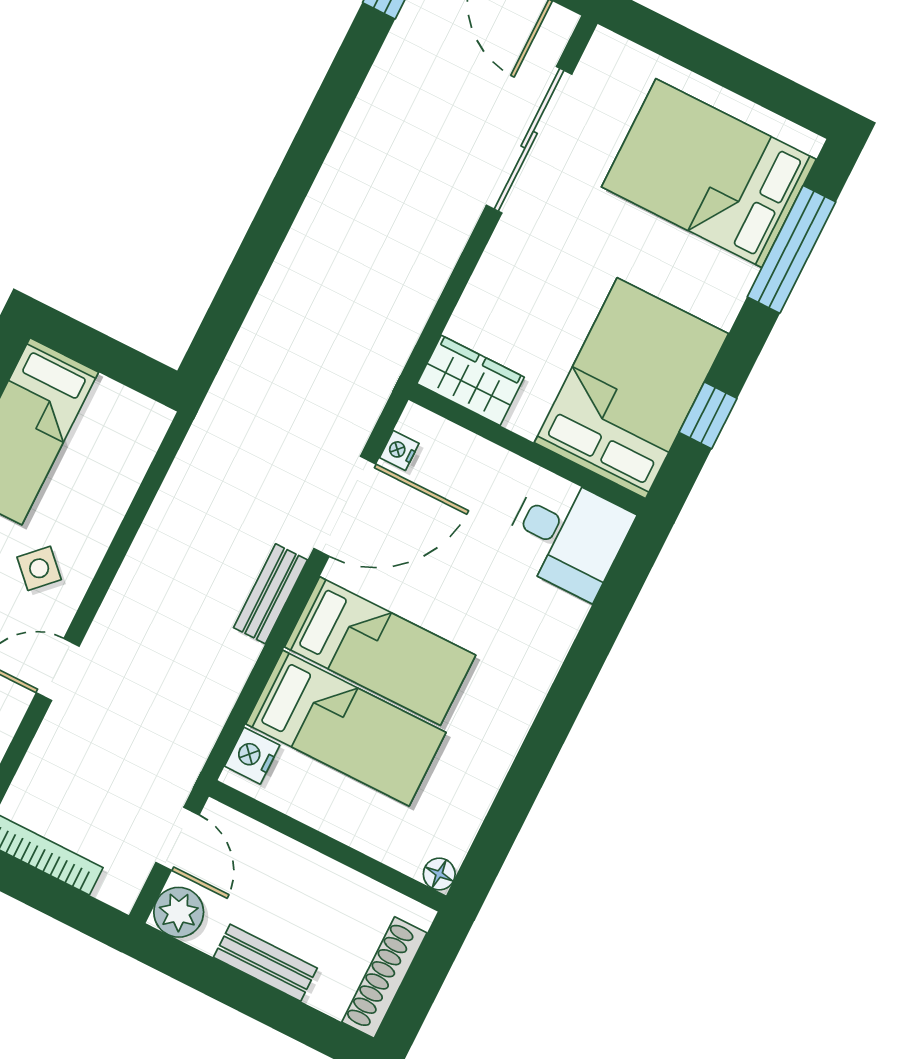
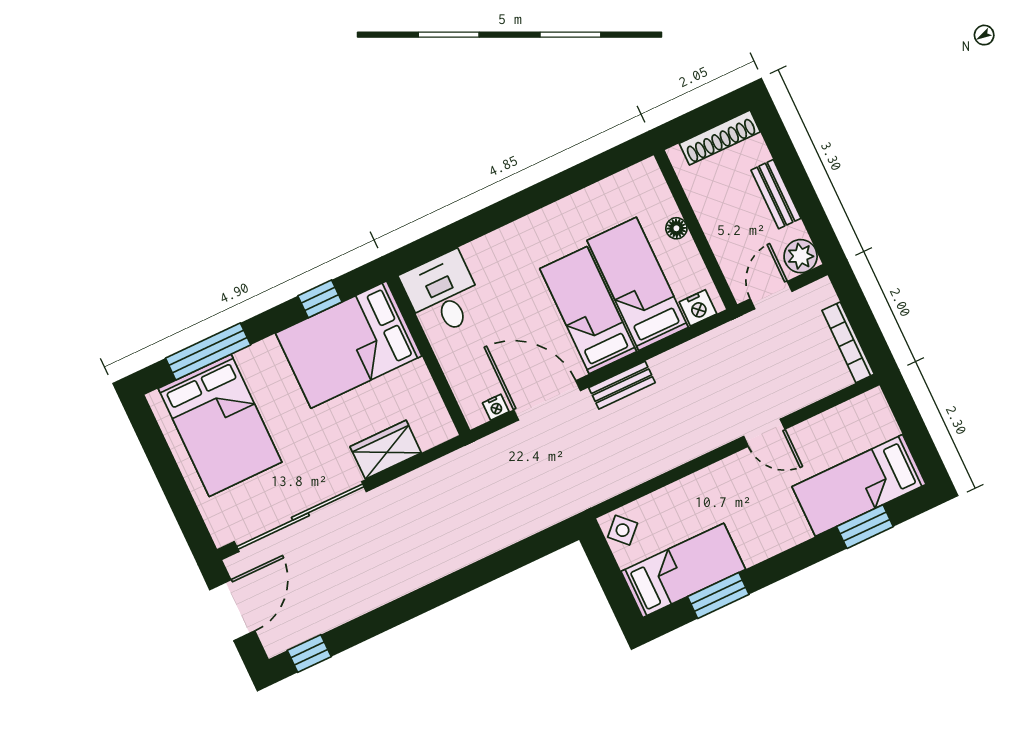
sliding door: (529, 140) -> (300, 517), width x1.36
wardrobe: (471, 380) -> (386, 450), moved, turned 90
side table: (39, 568) -> (623, 530), moved
floor lamp: (439, 874) -> (676, 228), moved

